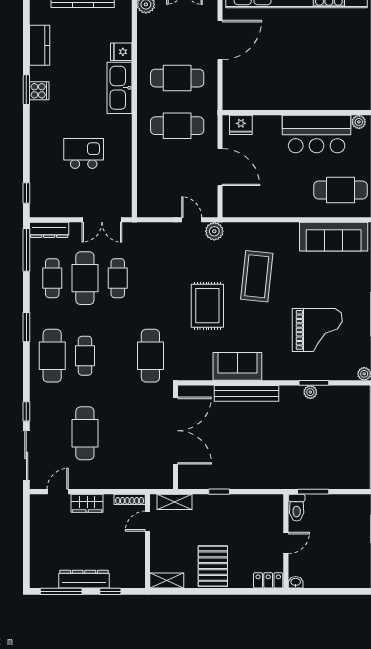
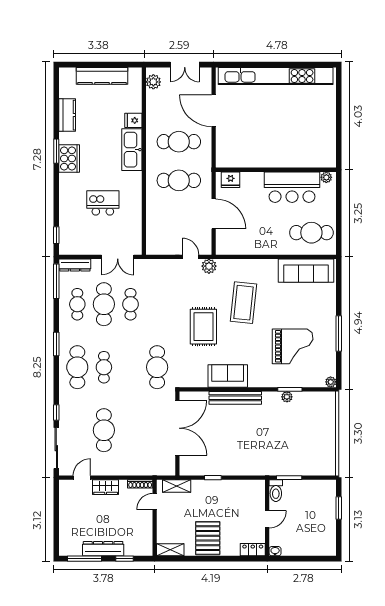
door: (220, 40) -> (214, 111), swing flipped
cooker: (39, 91) -> (69, 159), width x1.87, depth x1.31

